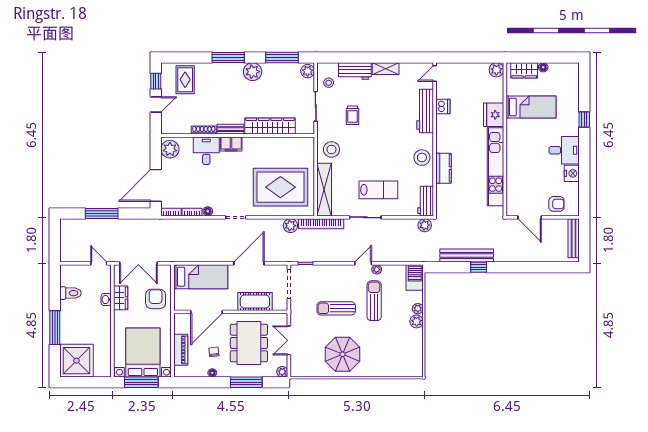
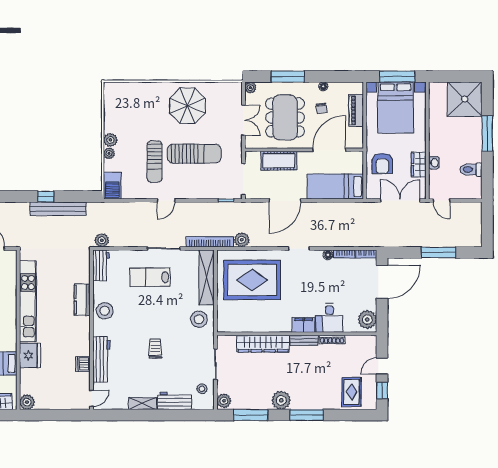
trolley: (353, 115) -> (155, 348), moved
plant: (377, 269) -> (152, 194), removed
sun lounger: (336, 308) -> (194, 154), width x1.36, depth x1.34

